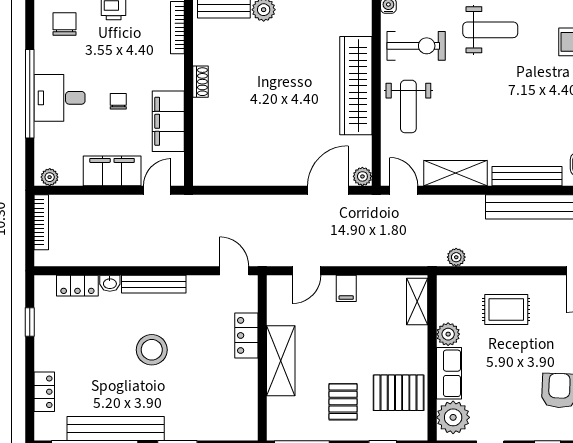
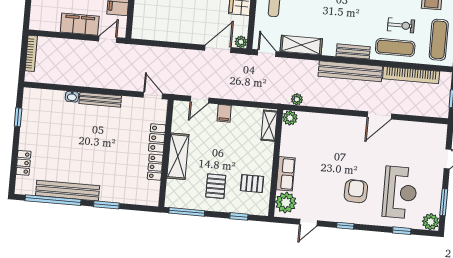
bench: (527, 176) -> (353, 51), width x0.73
plant: (50, 177) -> (39, 25), removed
locker: (77, 286) -> (155, 167), moved, turned 90
rug: (506, 310) -> (326, 136), removed
plant: (448, 334) -> (290, 118), moved
stool: (152, 350) -> (95, 142), removed
pallet: (399, 393) -> (252, 184), width x0.67, depth x0.71

